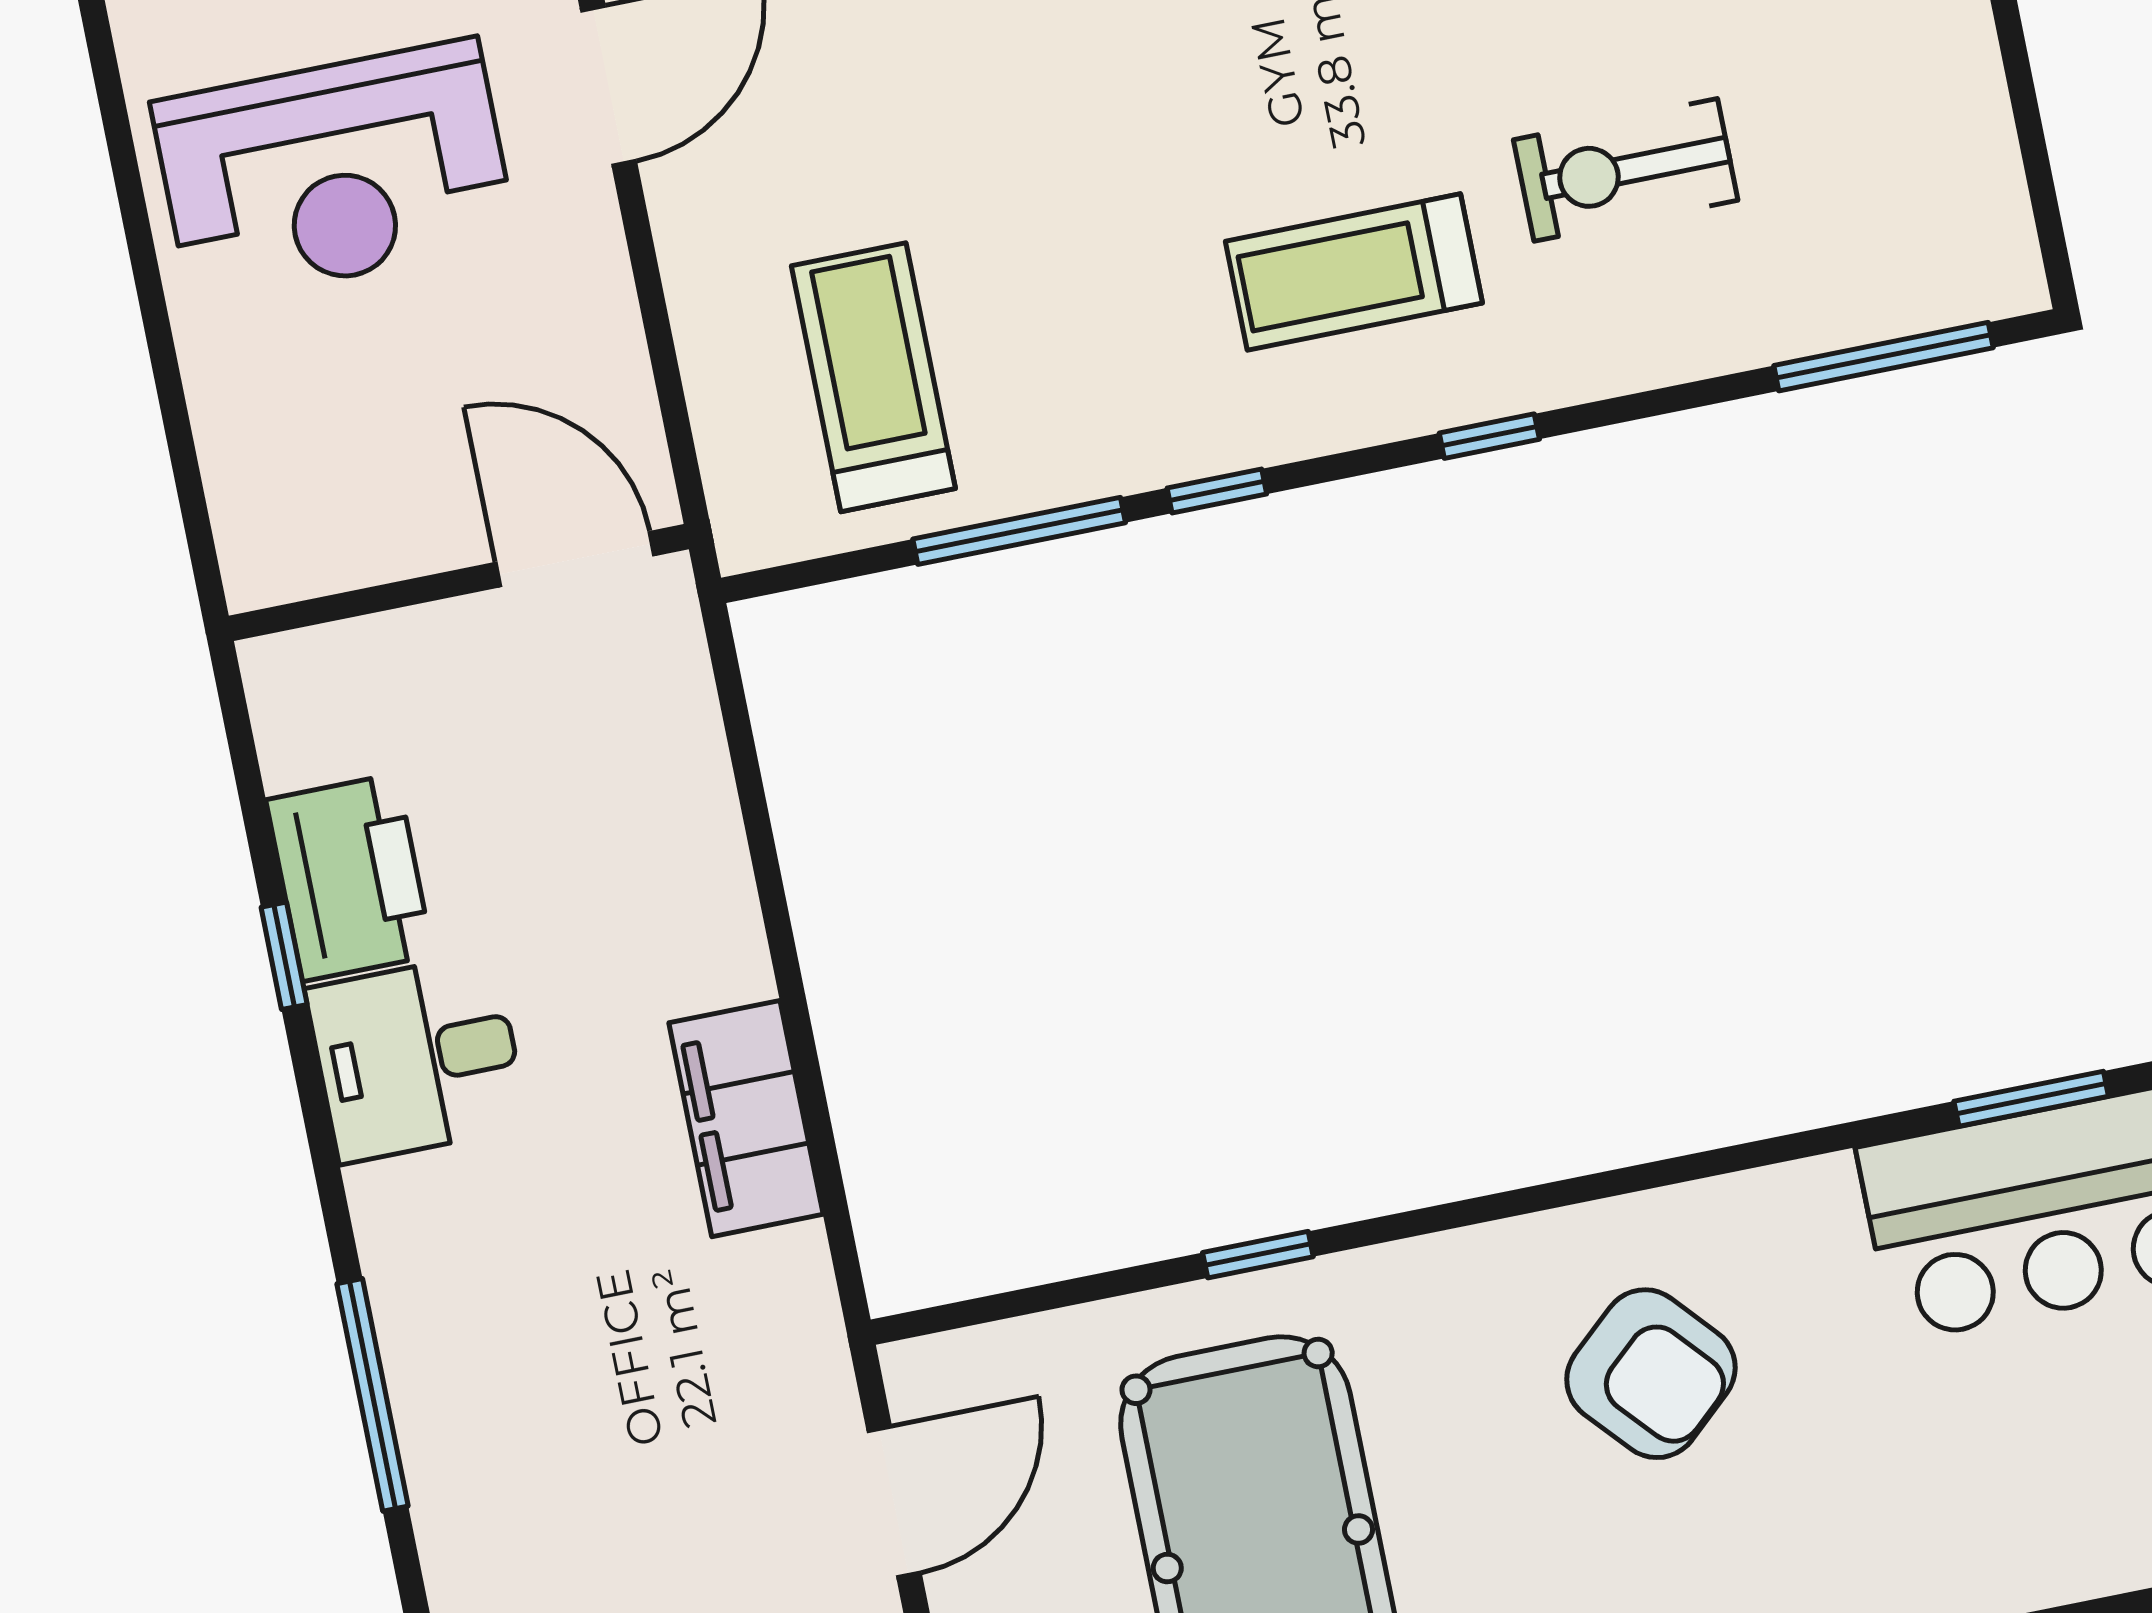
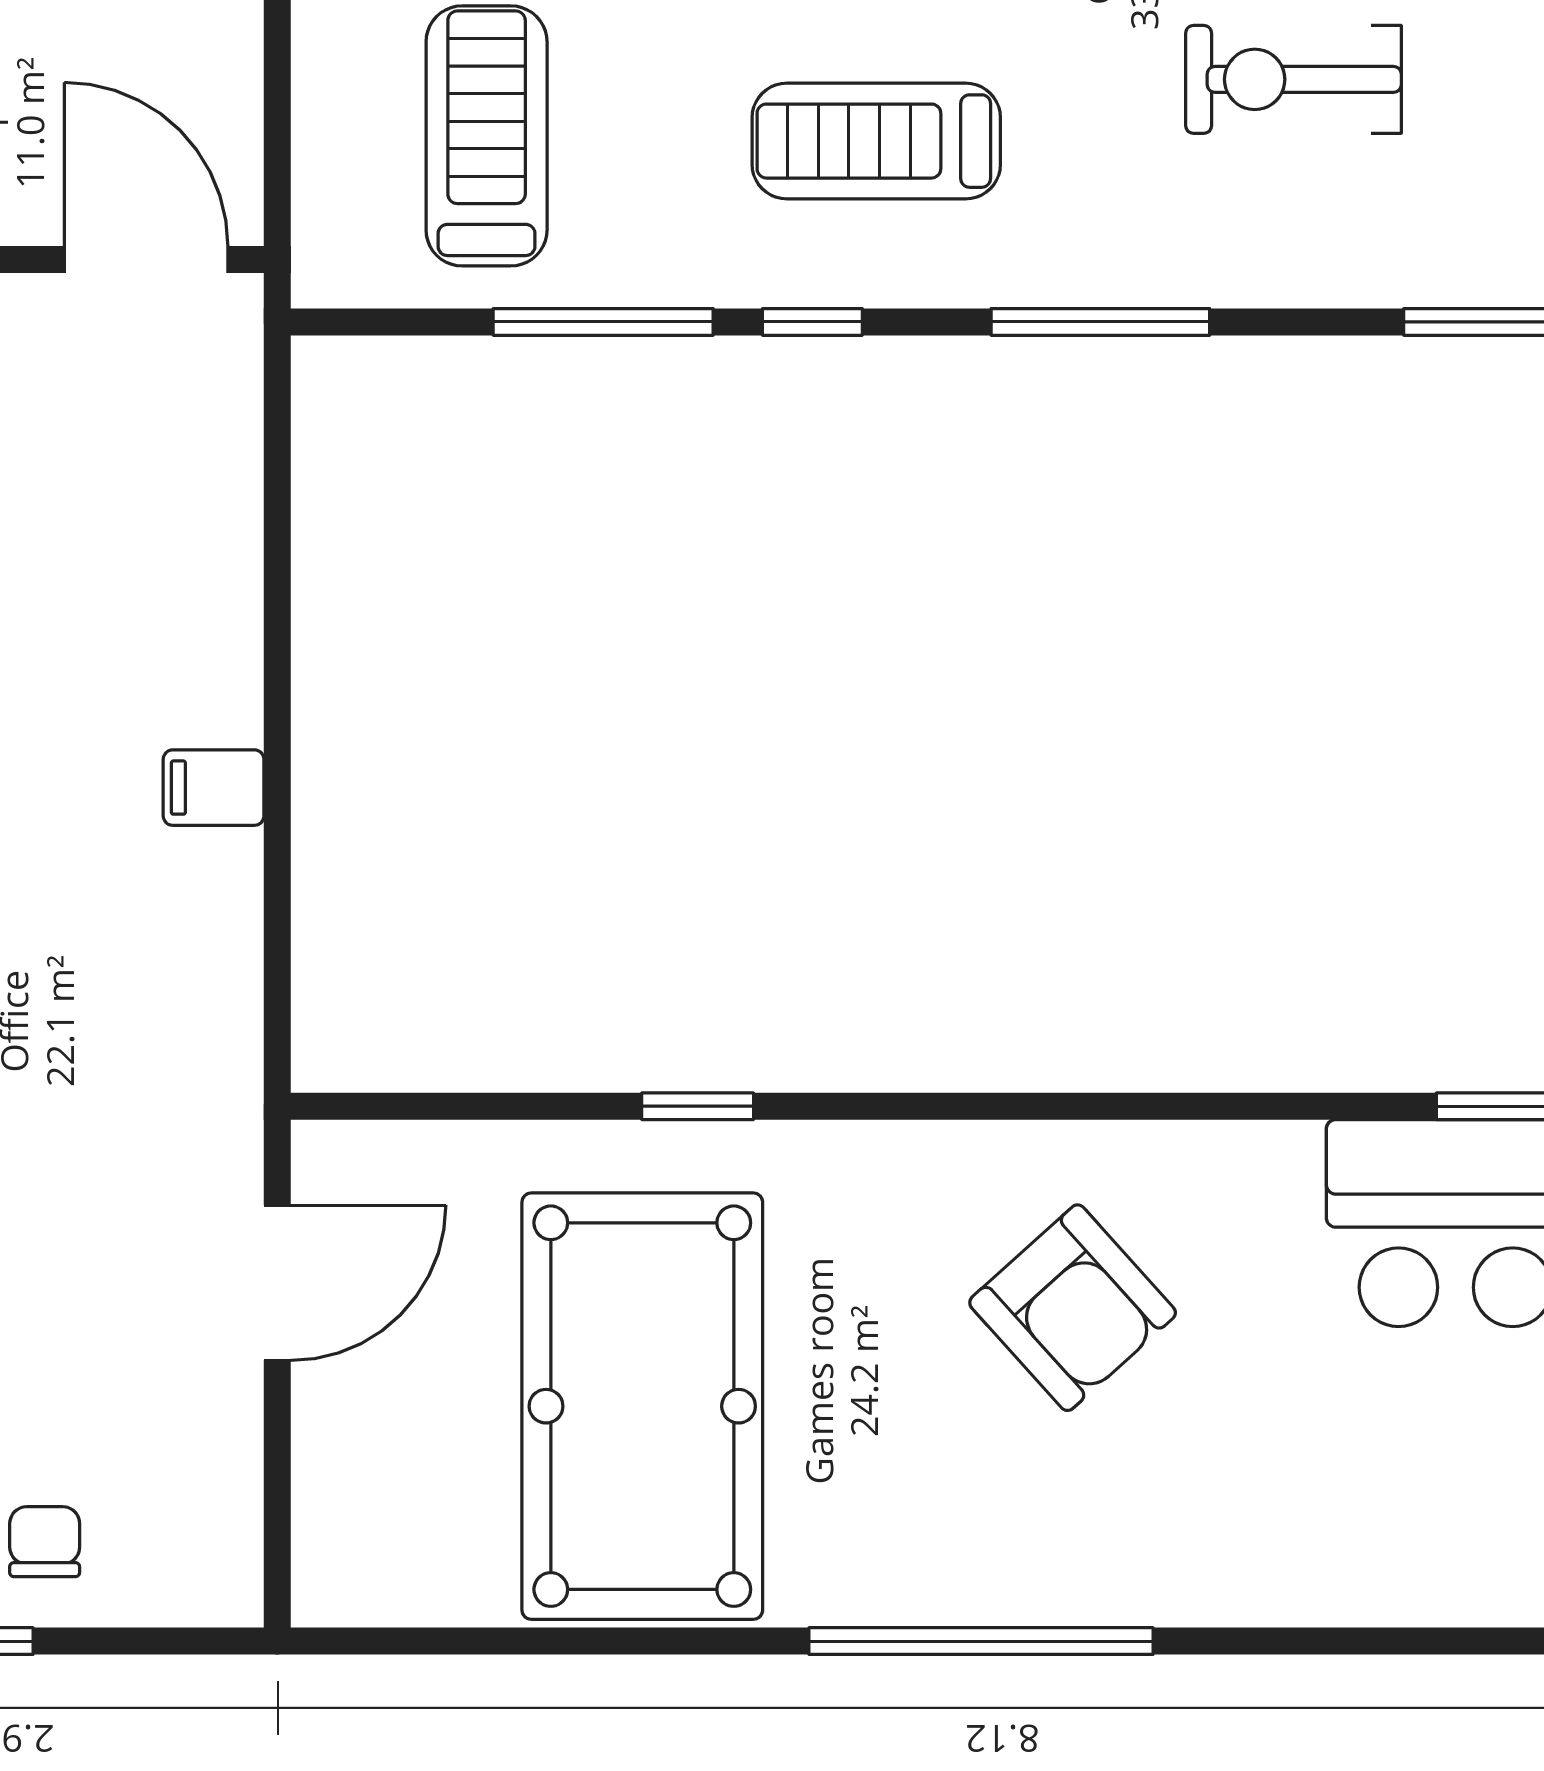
treadmill: (1354, 272) -> (876, 141), moved
window: (1489, 436) -> (1100, 322), width x2.17
filing cabinet: (746, 1119) -> (214, 788), width x0.33, depth x0.86

